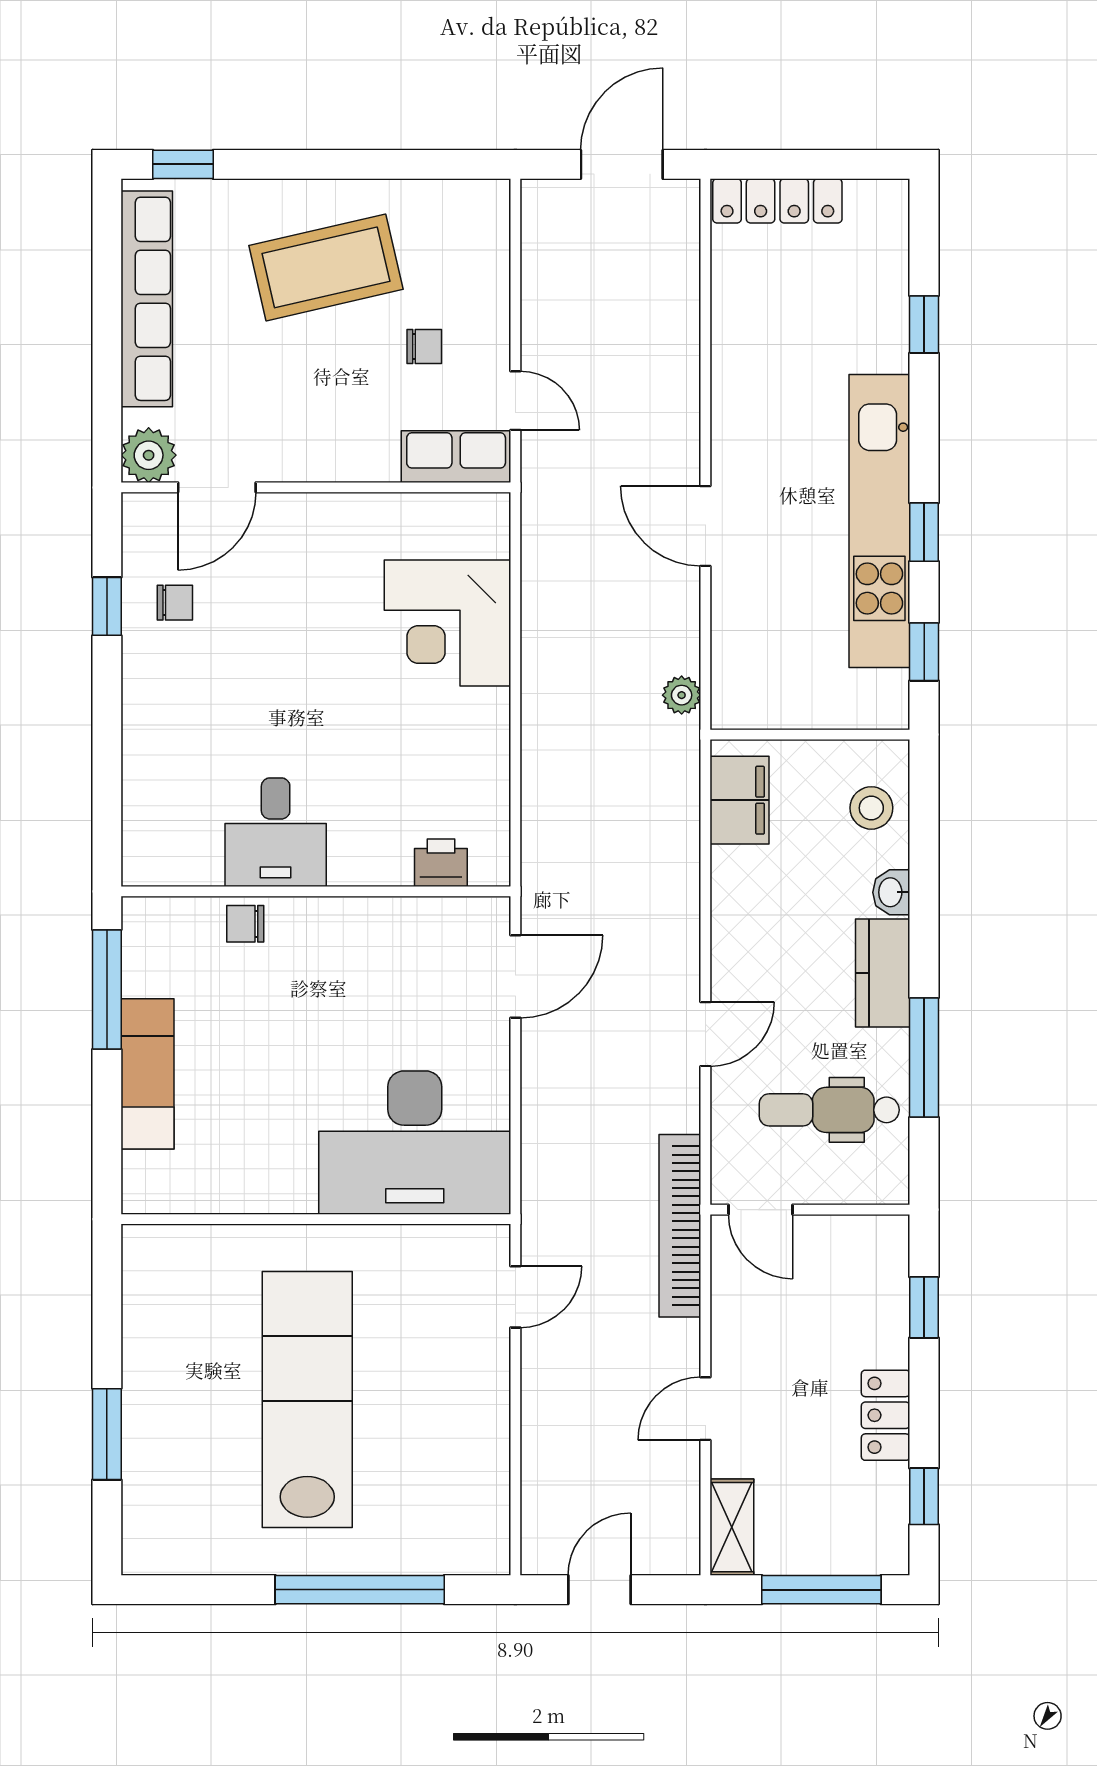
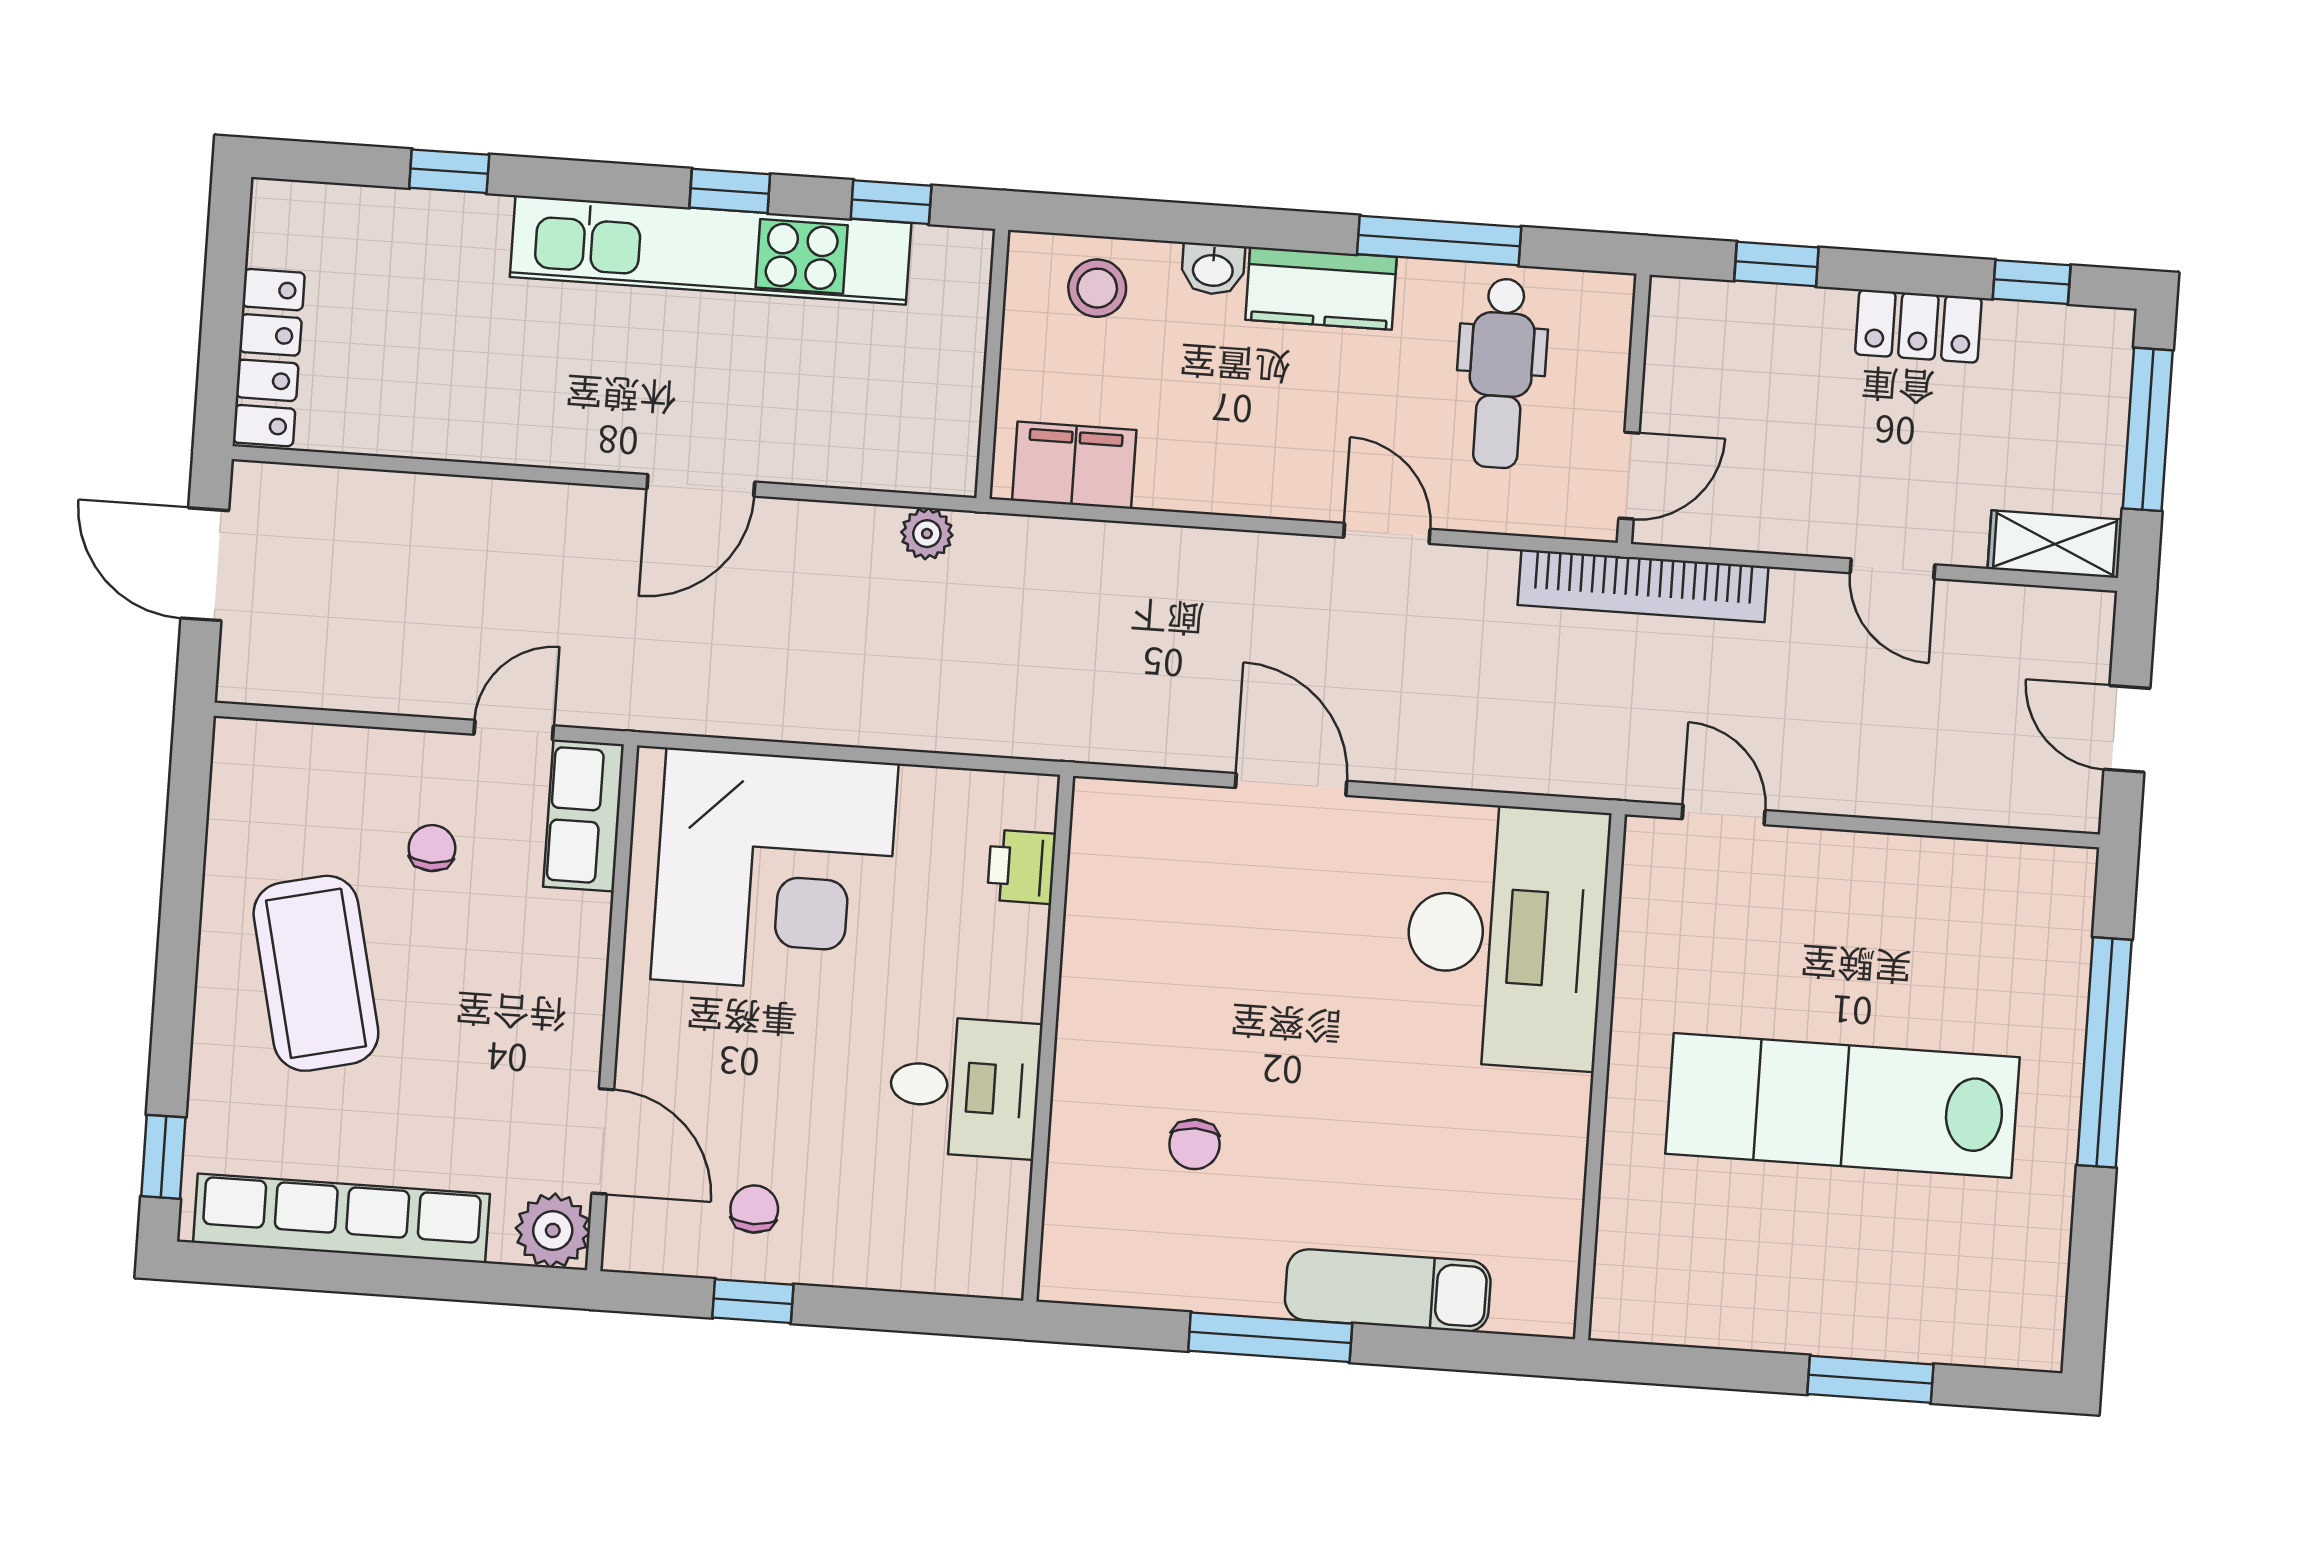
corner desk: (447, 623) -> (775, 871), width x1.36, depth x1.36
desk: (276, 832) -> (965, 1087), moved
printer: (441, 863) -> (1021, 867), moved
wall: (316, 891) -> (1048, 1038), moved

